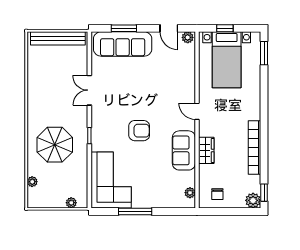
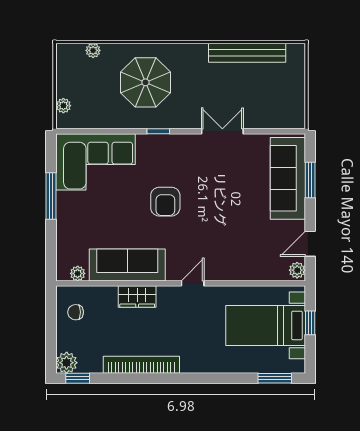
bench: (58, 38) -> (247, 53), moved, turned 90
sofa: (184, 150) -> (127, 265), width x1.36

